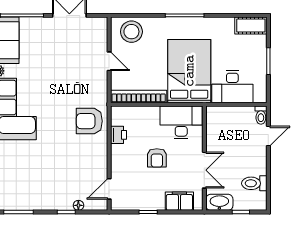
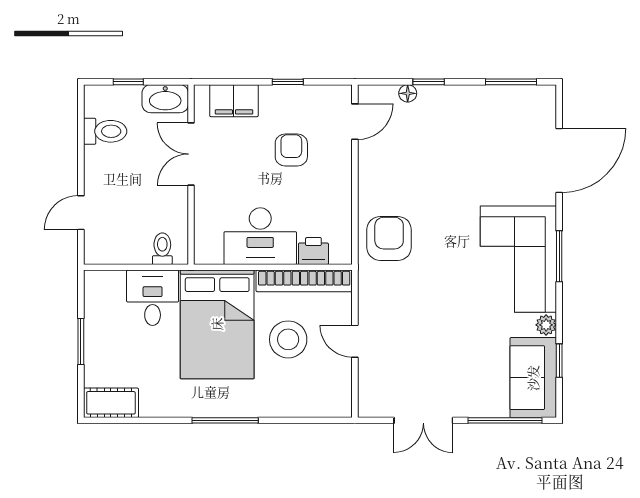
stool: (131, 32) -> (288, 339), moved
desk: (232, 87) -> (153, 298), width x0.73
toilet: (261, 115) -> (162, 249), moved
armchair: (89, 121) -> (389, 238), turned -90
desk: (181, 122) -> (260, 236), moved
printer: (119, 135) -> (313, 251), moved, turned 90
armchair: (157, 158) -> (291, 150), moved

